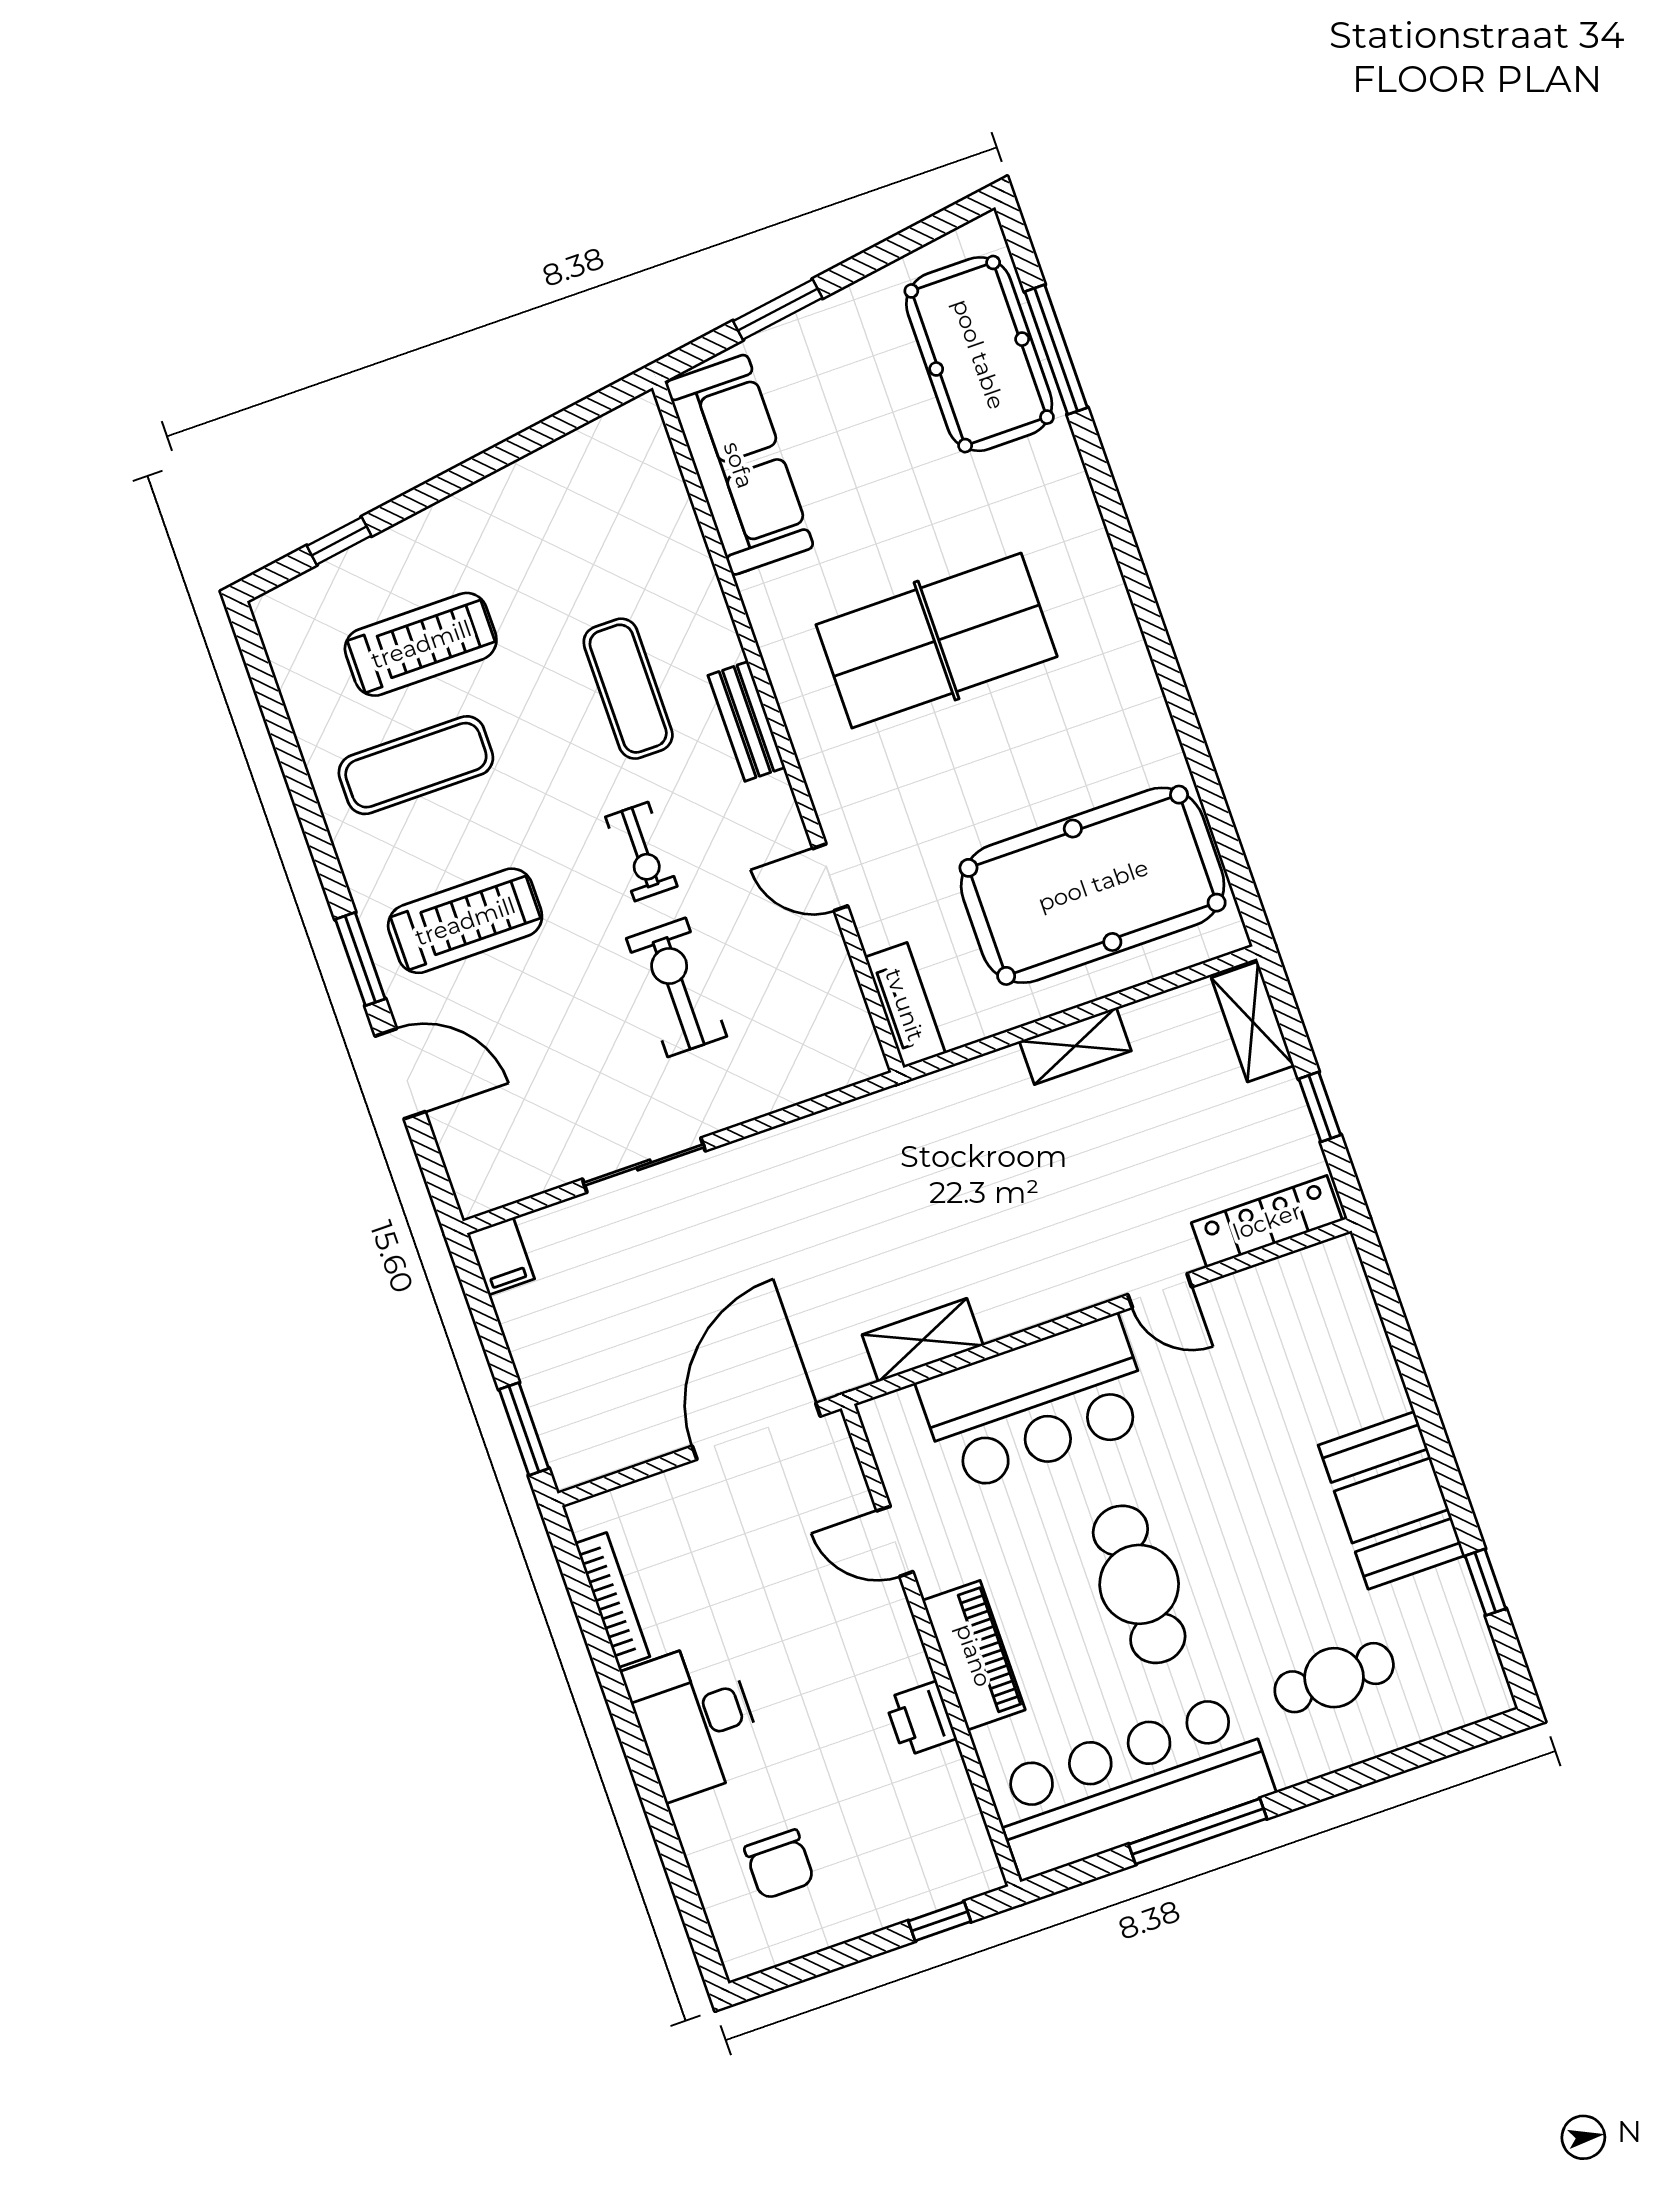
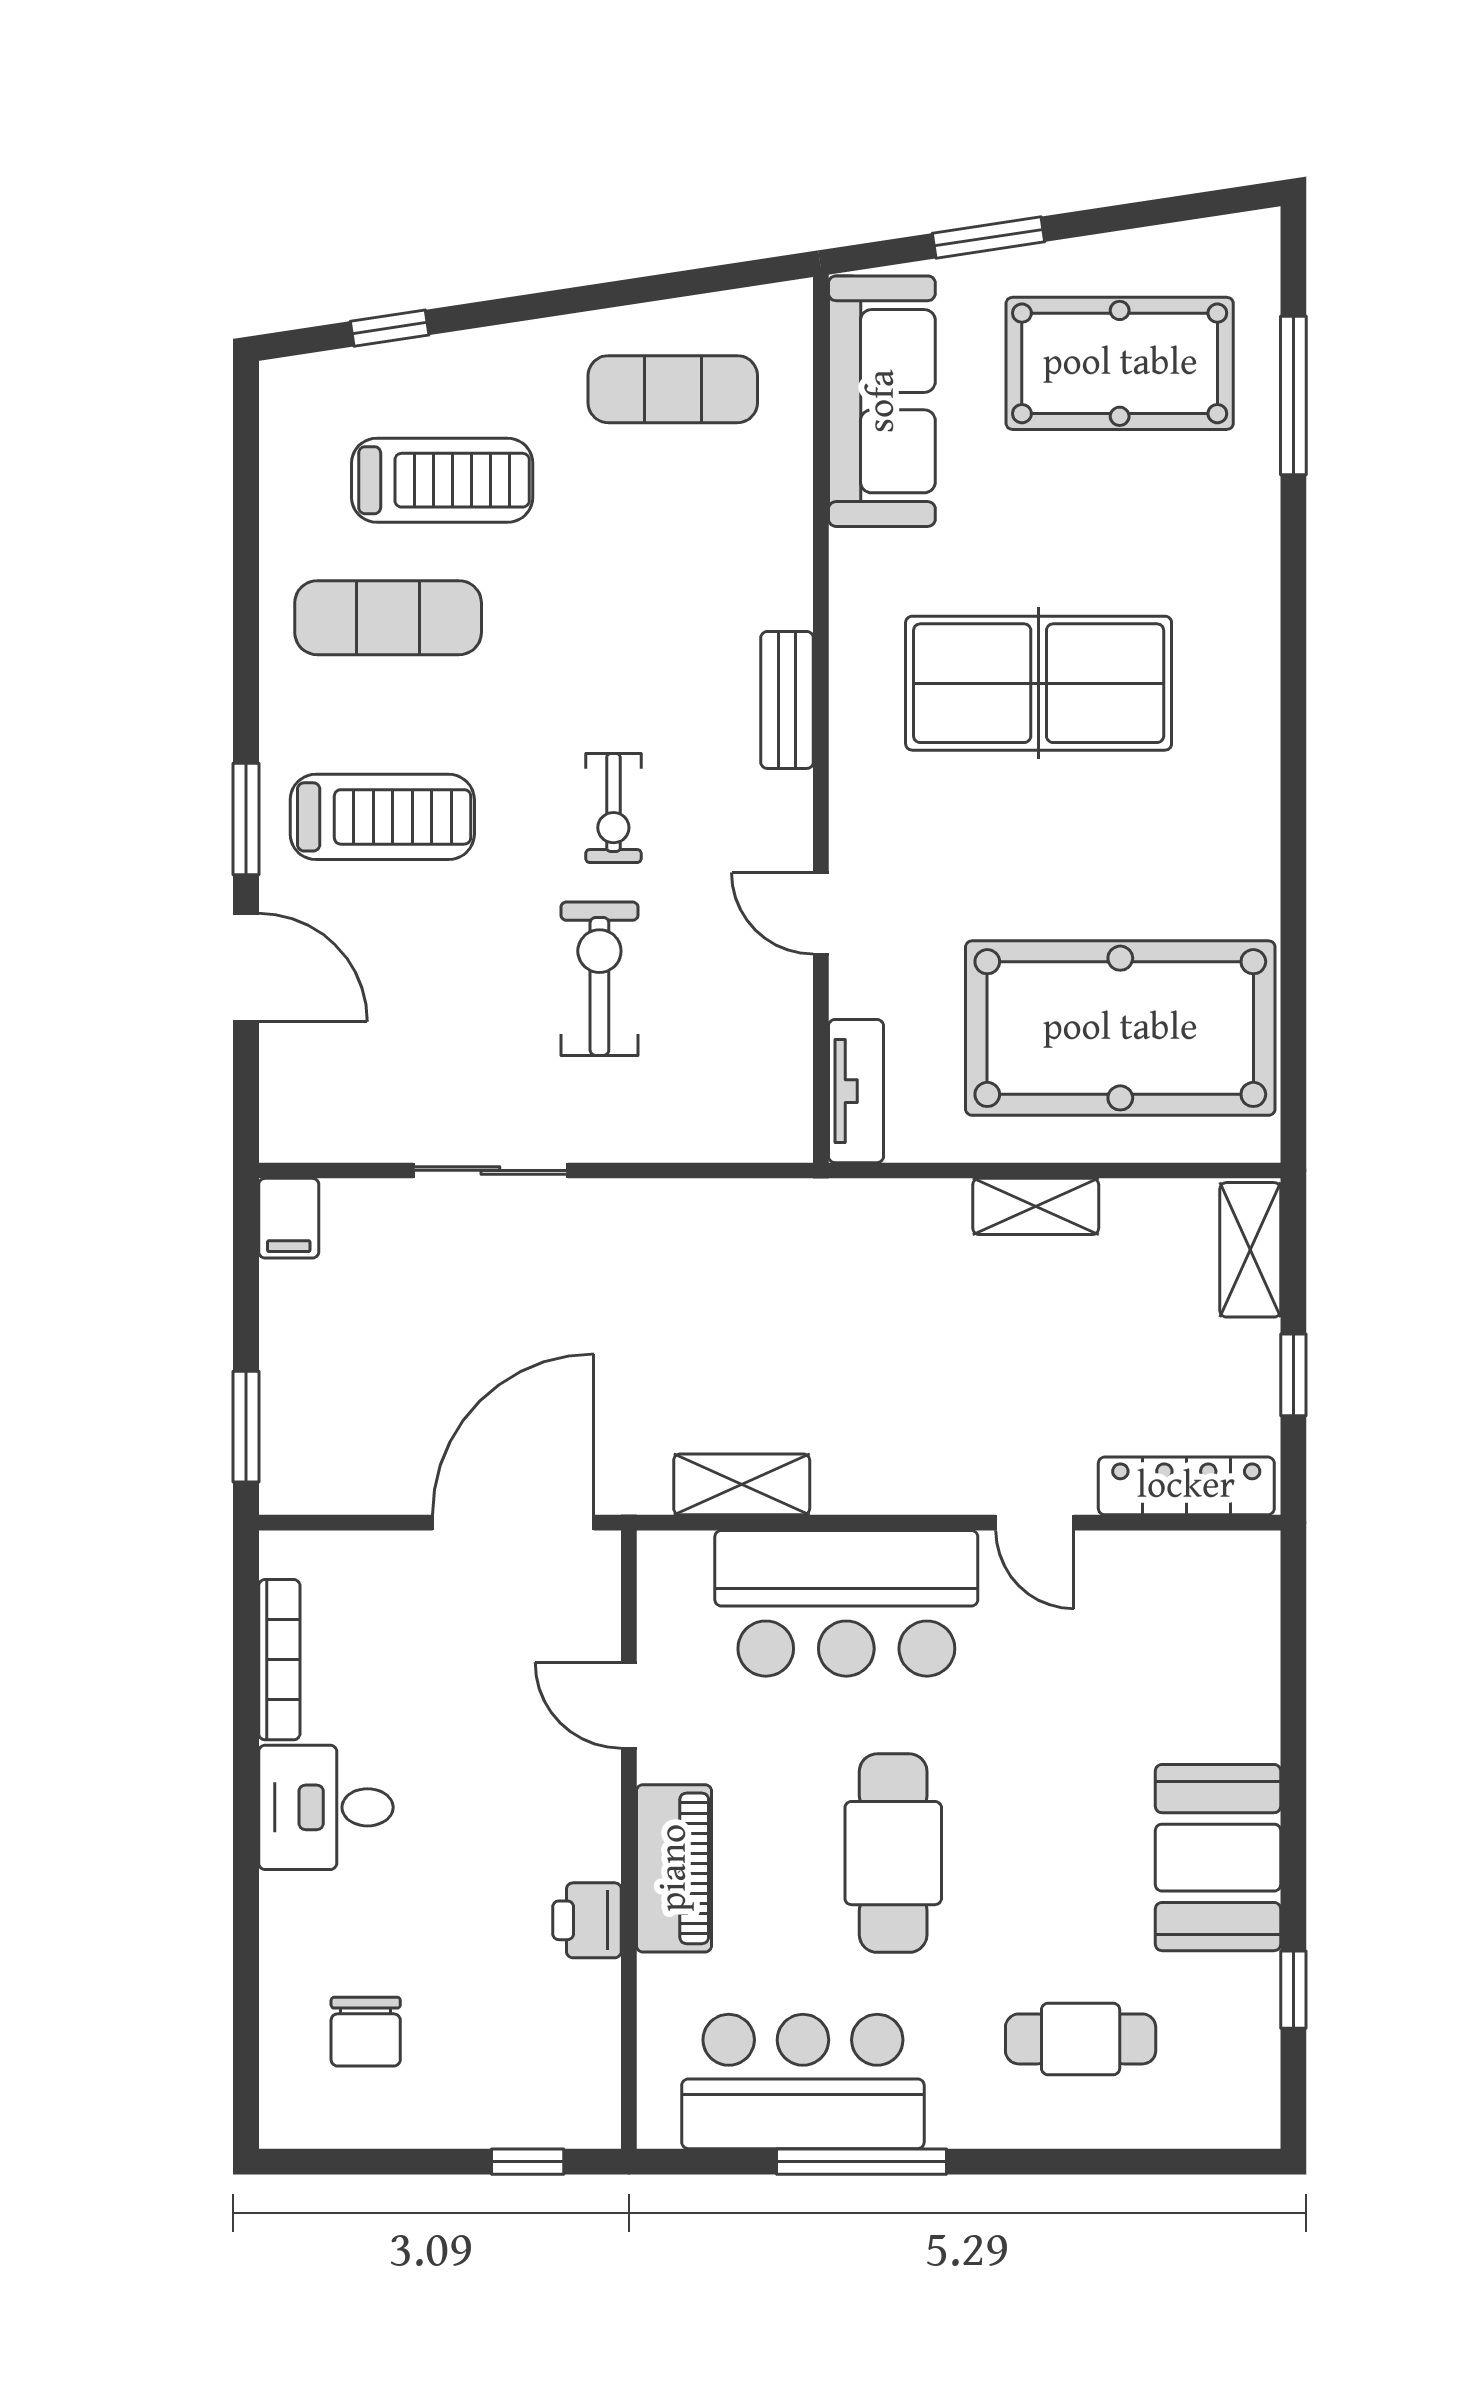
pool table: (979, 354) -> (1120, 363), moved, turned 90
exercise mat: (628, 689) -> (673, 389), moved, turned 90
desk: (694, 1720) -> (326, 1807), width x0.73
bar counter: (1131, 1785) -> (803, 2081), width x0.73

